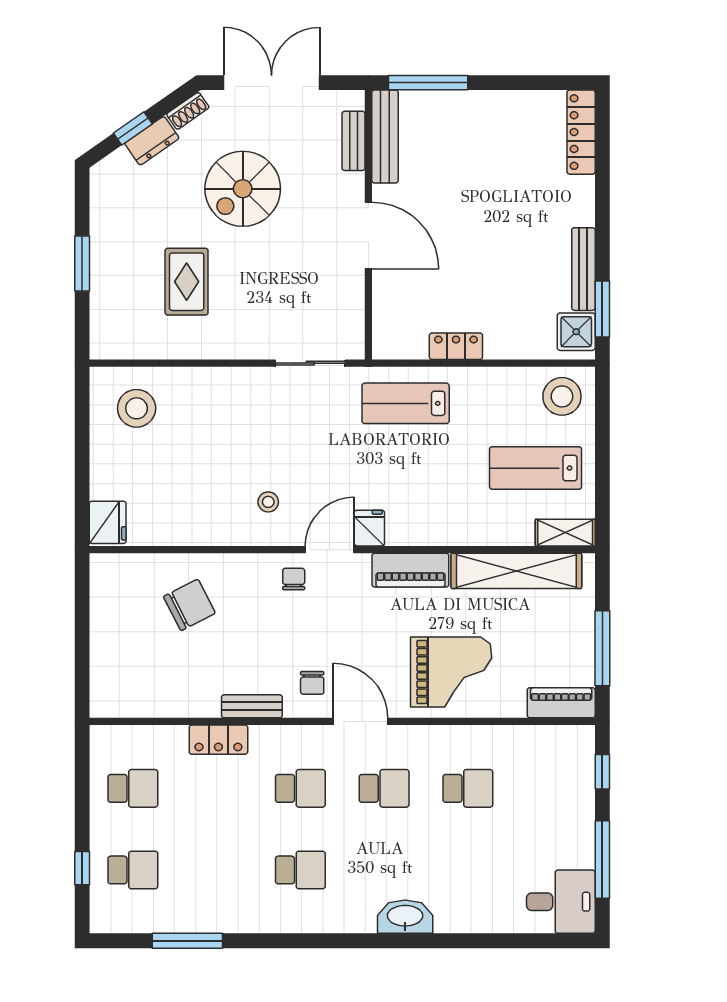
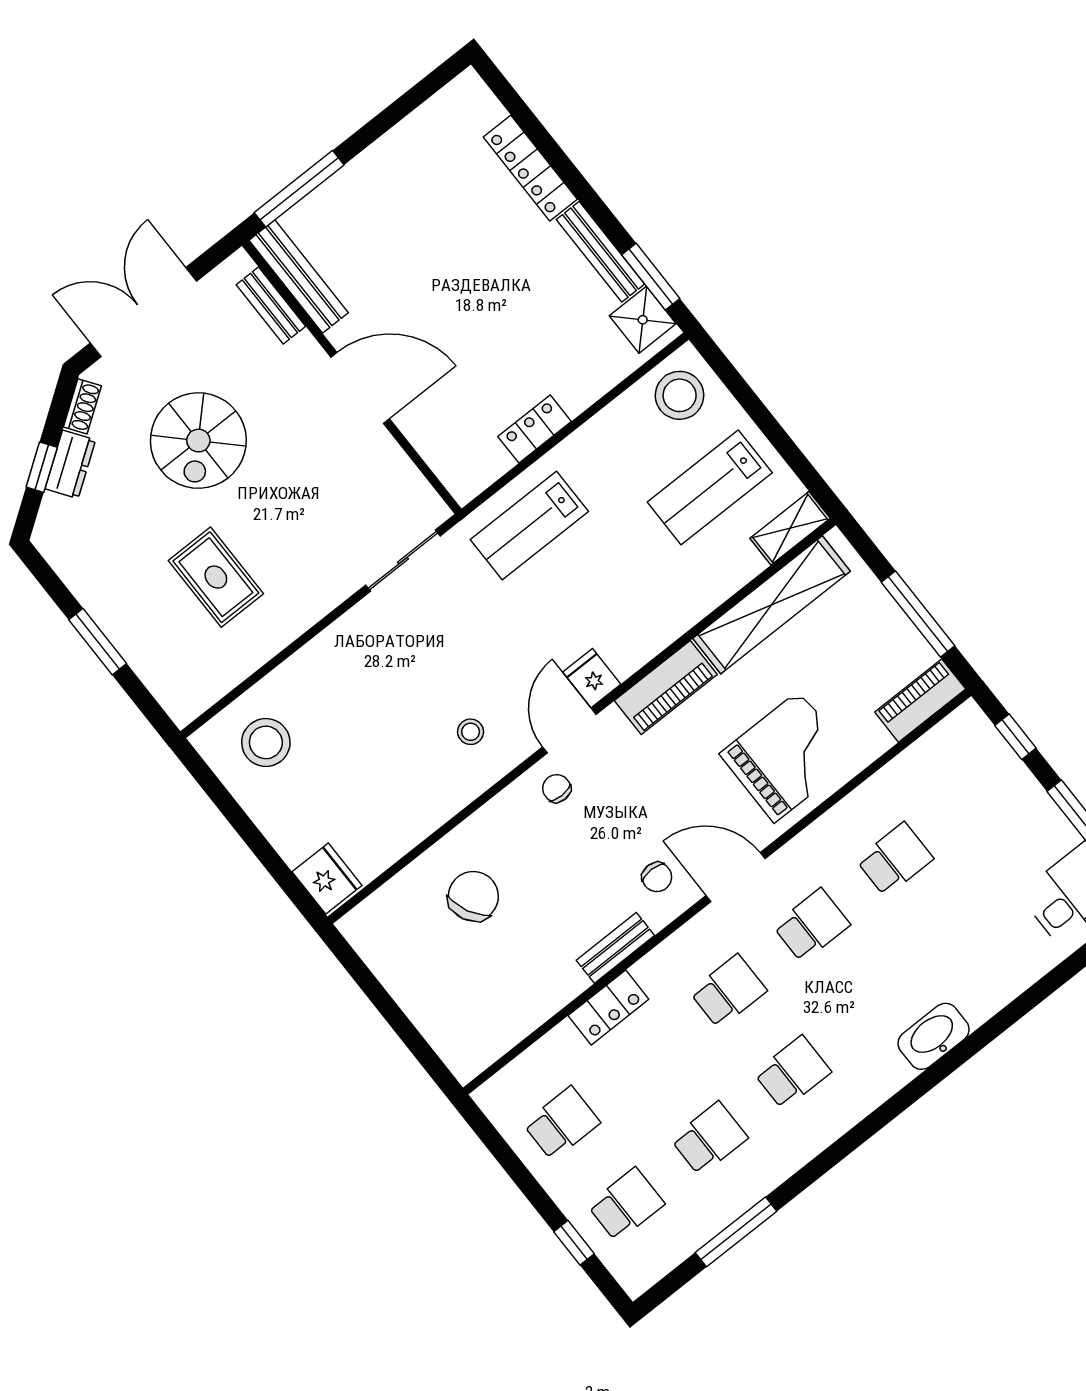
locker: (581, 132) -> (530, 168), moved
school desk: (217, 870) -> (709, 1139), added

